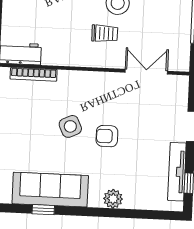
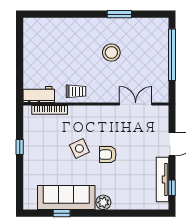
trolley: (105, 33) -> (76, 91), moved
plant: (113, 199) -> (103, 202), moved

